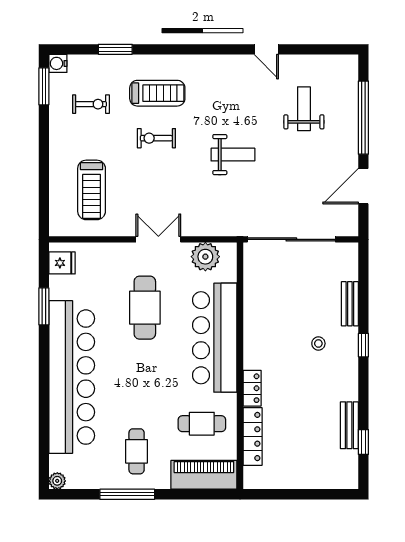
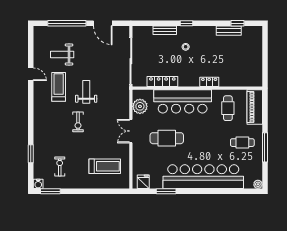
door: (266, 49) -> (31, 74), hinge flipped
treadmill: (157, 93) -> (59, 87), moved
exercise bike: (156, 138) -> (78, 122), moved
locker: (253, 436) -> (162, 81), moved

